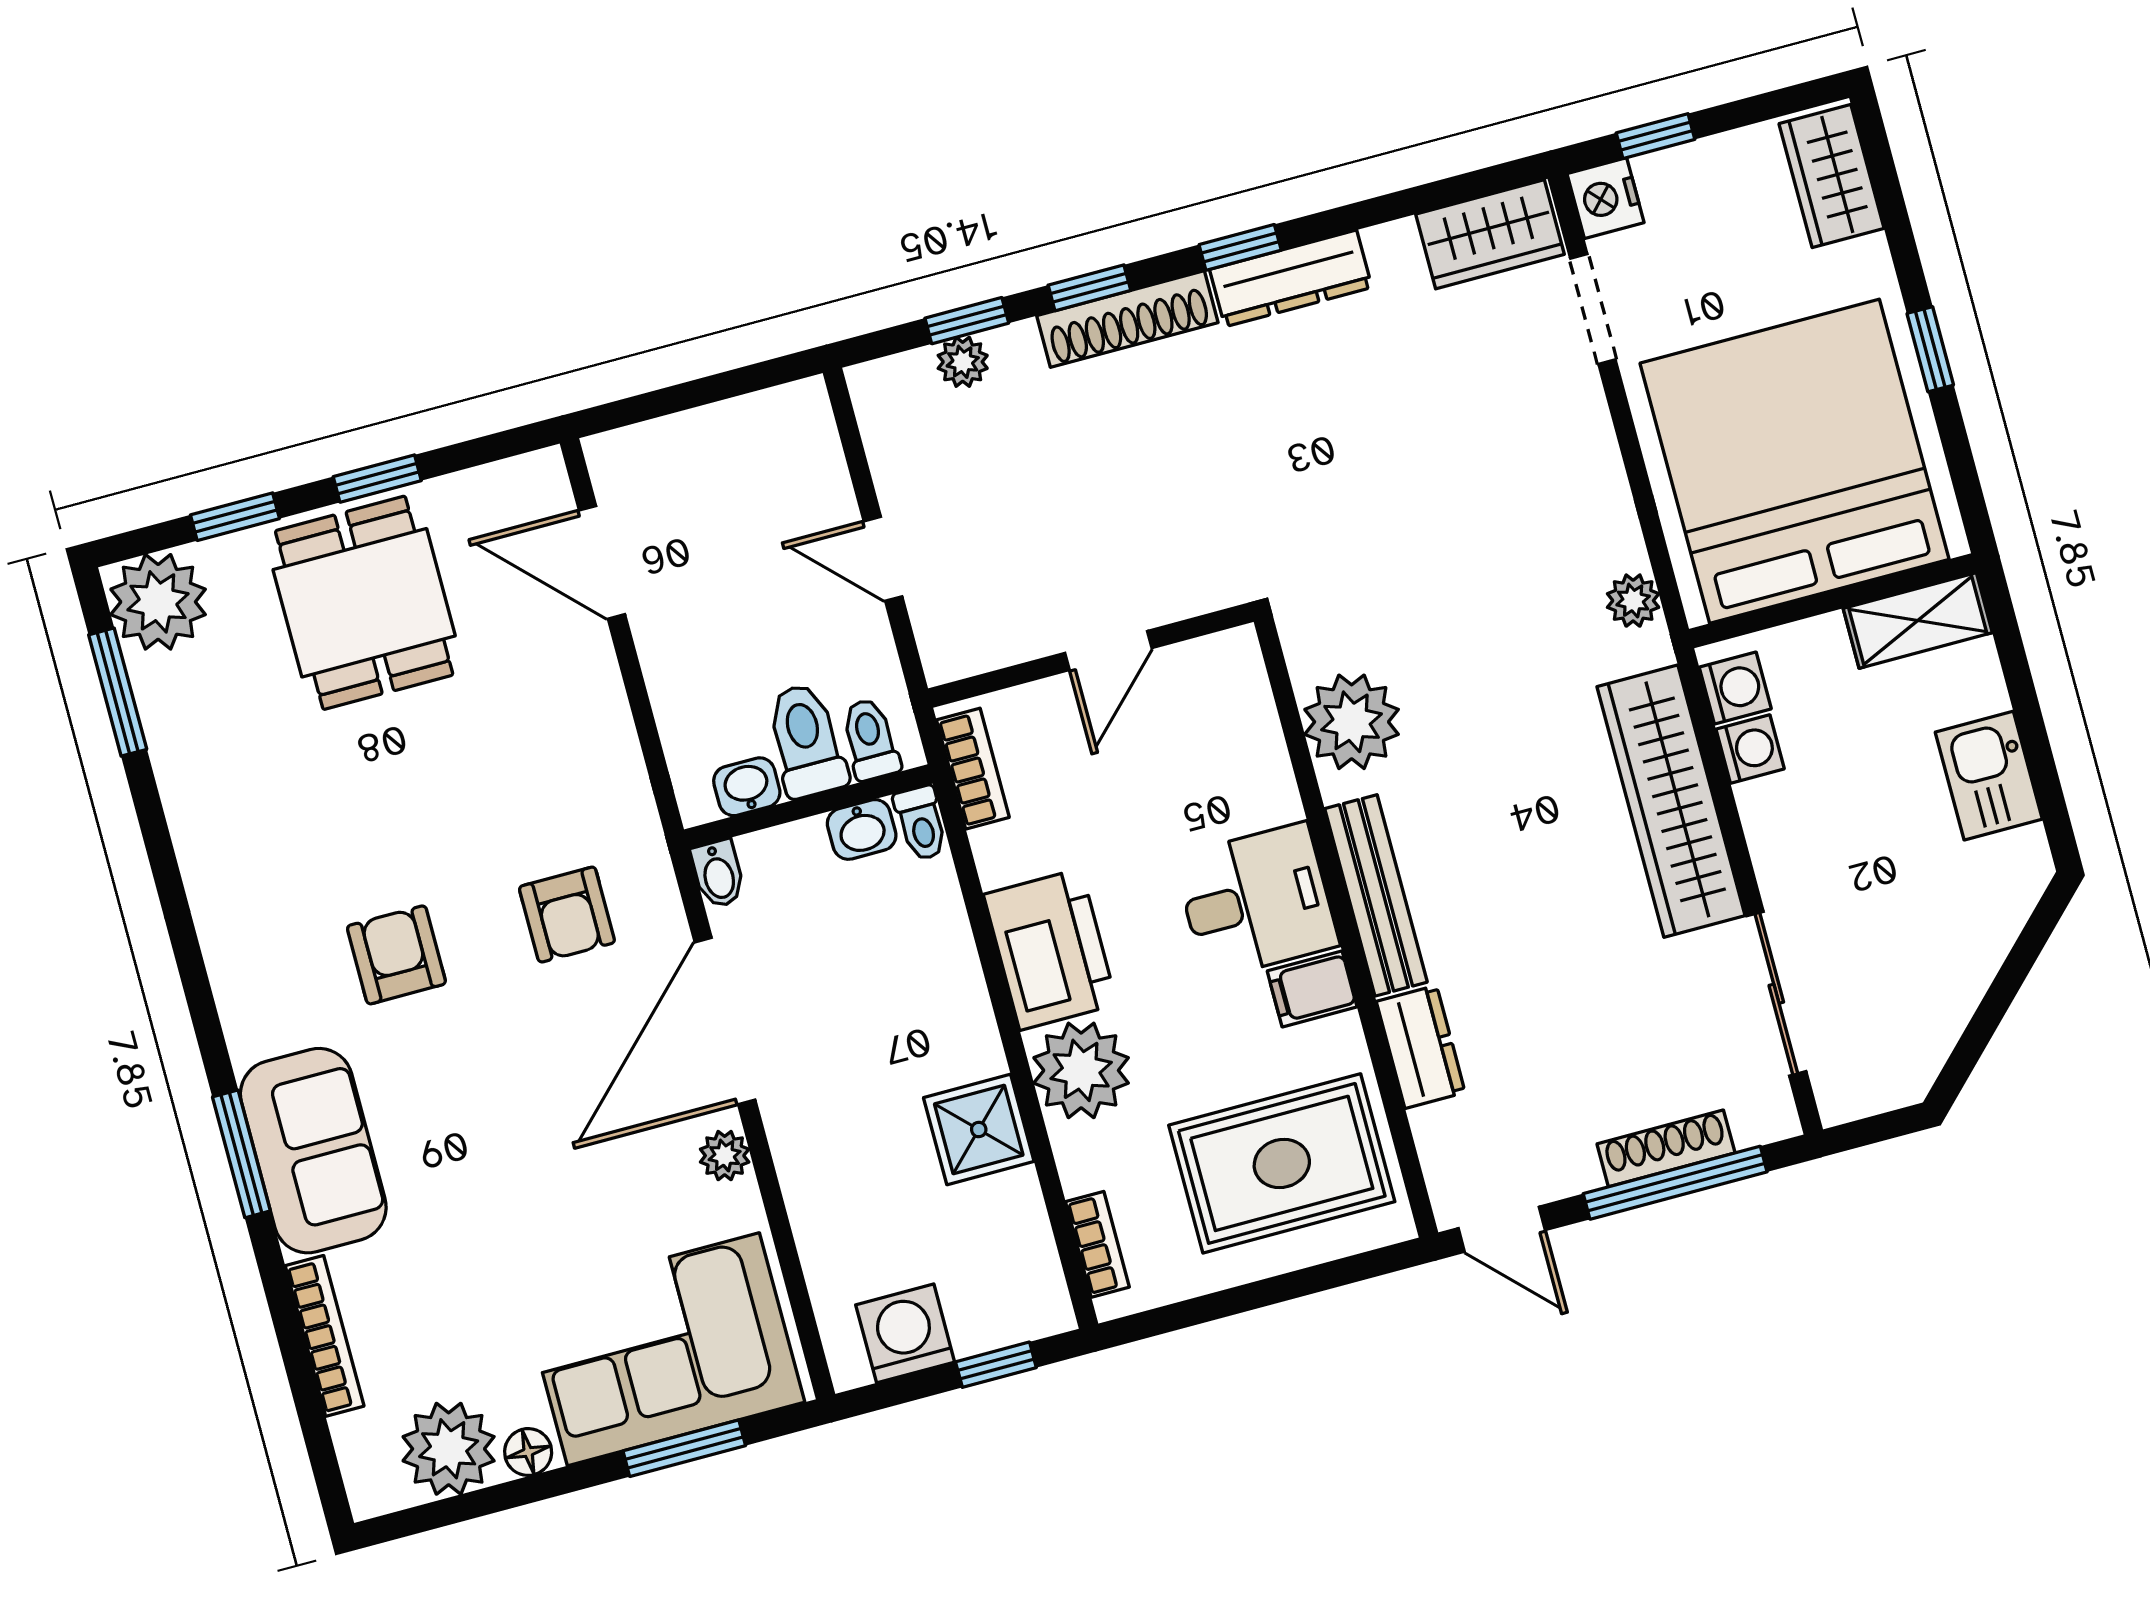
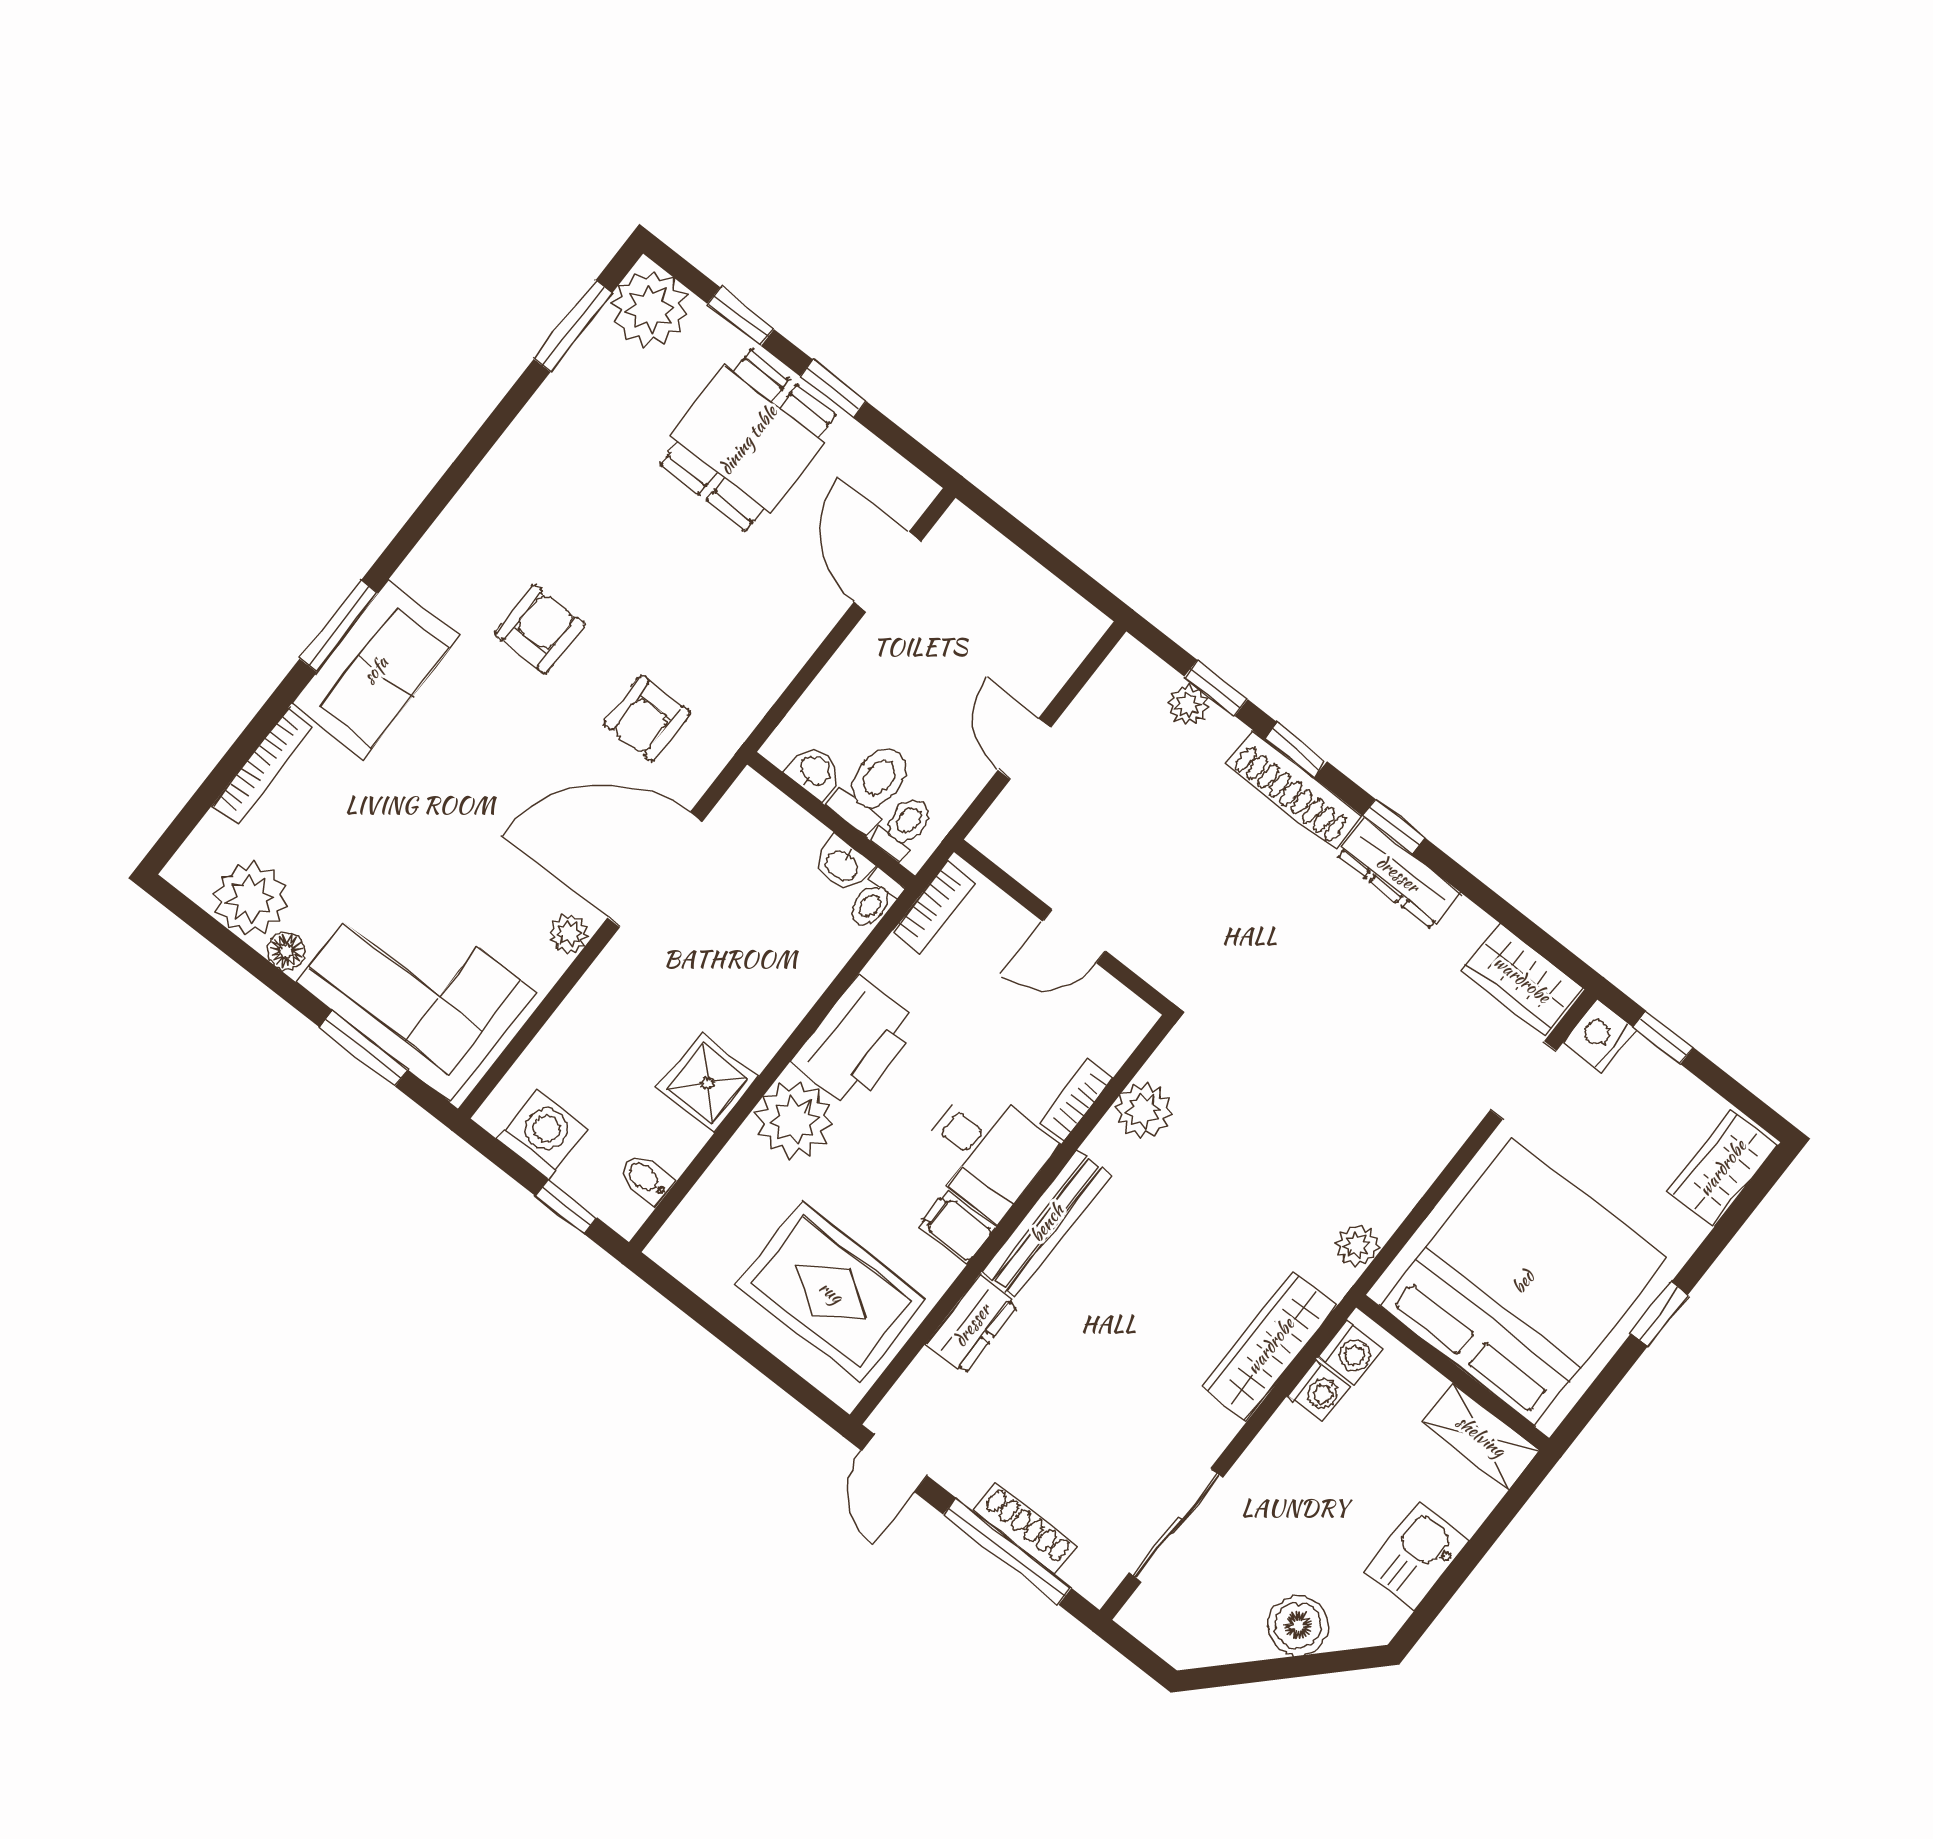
plant: (1352, 722) -> (1144, 1110), width x0.73, depth x0.73
wardrobe: (1671, 801) -> (1270, 1346), width x0.71, depth x0.85
bidet: (718, 874) -> (646, 1179), moved, turned 90
boiler: (1969, 947) -> (1298, 1626), added
bookcase: (1097, 1244) -> (1076, 1100), moved, turned 180

